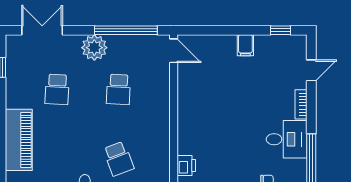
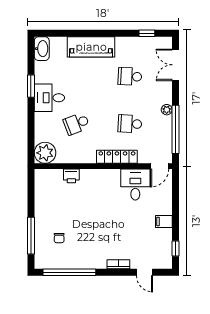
double door: (42, 30) -> (175, 65), swing flipped
plant: (94, 48) -> (167, 110), width x0.53, depth x0.53
locker: (161, 106) -> (117, 157), added
desk: (287, 139) -> (135, 184), moved, turned 180

